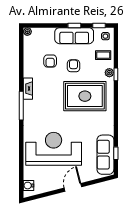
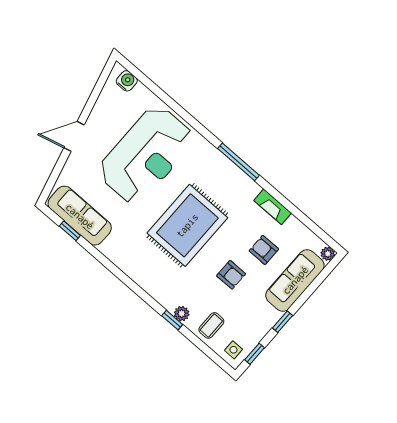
sofa: (74, 36) -> (295, 280), moved
fireplace: (28, 89) -> (273, 207), moved
rug: (85, 96) -> (187, 225), moved
door: (73, 187) -> (74, 136), swing flipped

